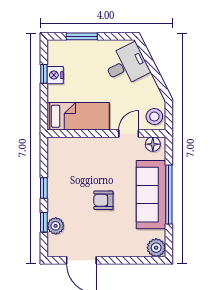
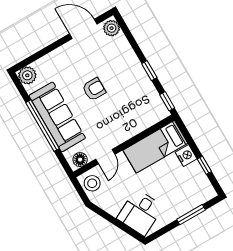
nightstand: (55, 75) -> (186, 156), moved
window: (44, 222) -> (167, 101), moved
plant: (56, 226) -> (112, 28), moved

